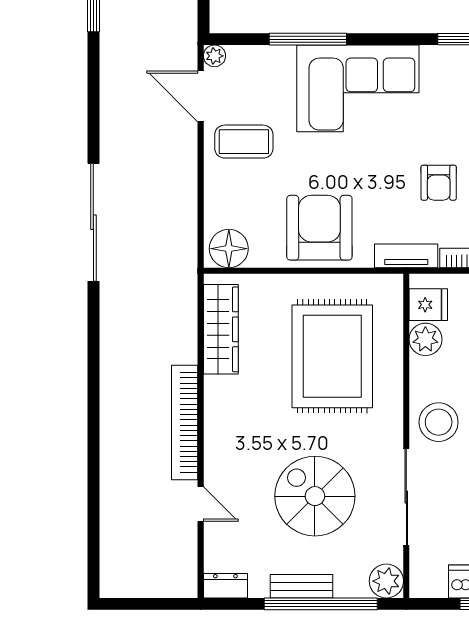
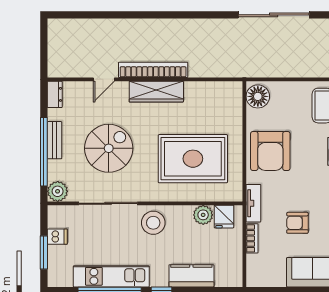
armchair: (319, 228) -> (270, 151), turned 90
wardrobe: (221, 329) -> (156, 92), moved

